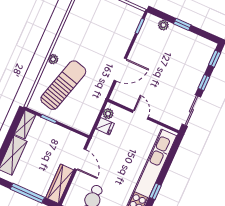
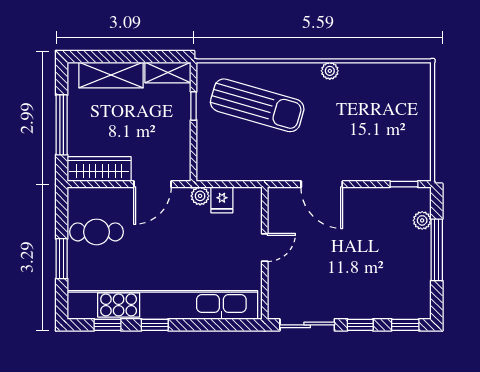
window: (182, 24) -> (437, 250), width x2.17
plant: (53, 59) -> (330, 71), moved
plant: (108, 114) -> (200, 196), moved

